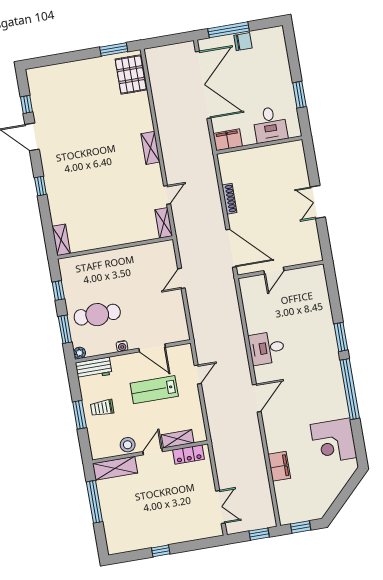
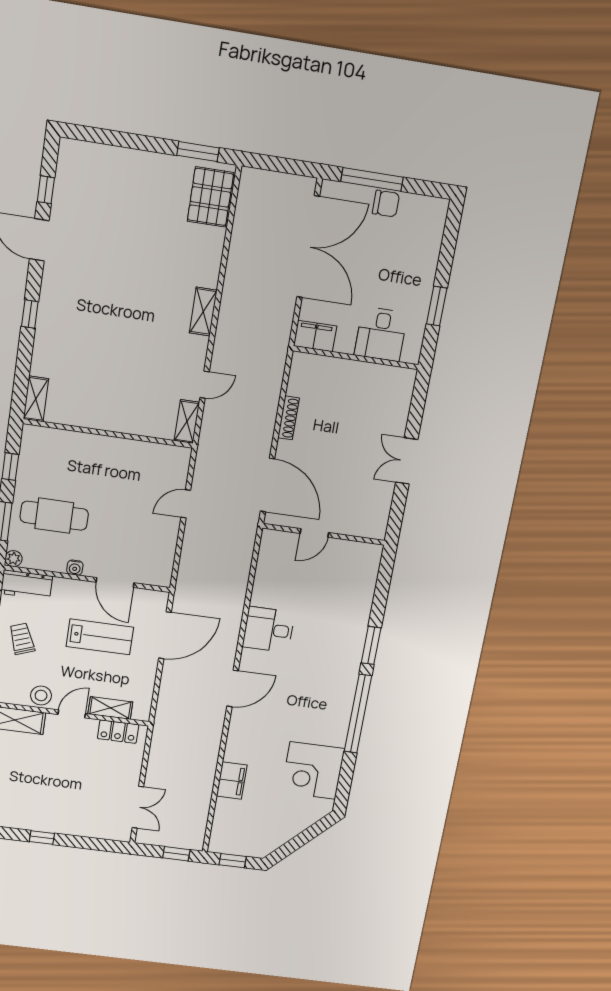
door: (198, 375) -> (165, 635), width x1.87
lab bench: (154, 390) -> (100, 637), turned 180
trolley: (102, 408) -> (22, 639), turned 70

